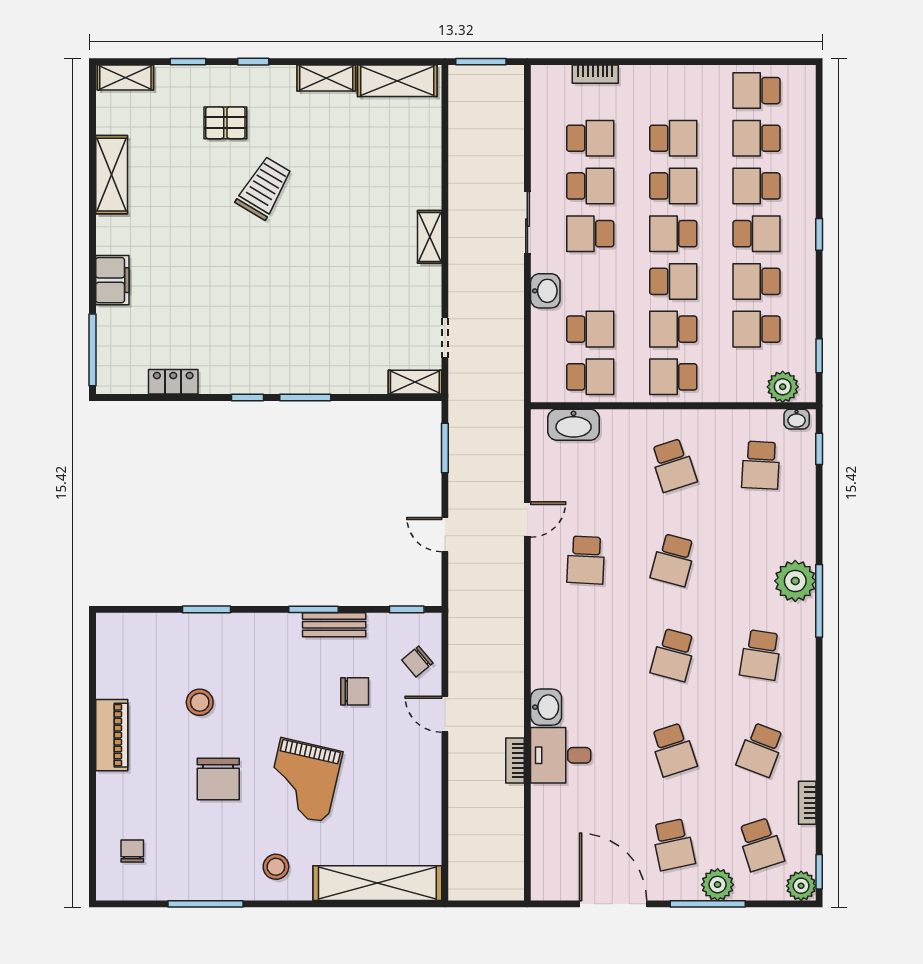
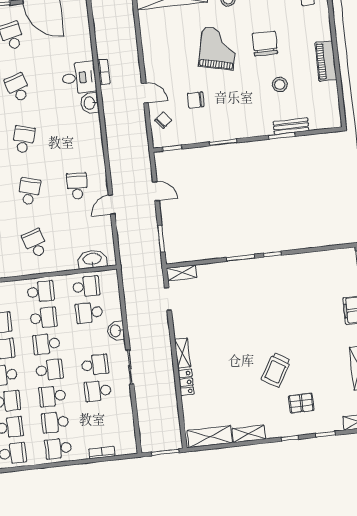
school desk: (590, 138) -> (58, 448), moved
school desk: (590, 377) -> (86, 287), turned 180
locker: (173, 382) -> (186, 382), moved, turned -90
bench: (334, 625) -> (291, 126), moved

